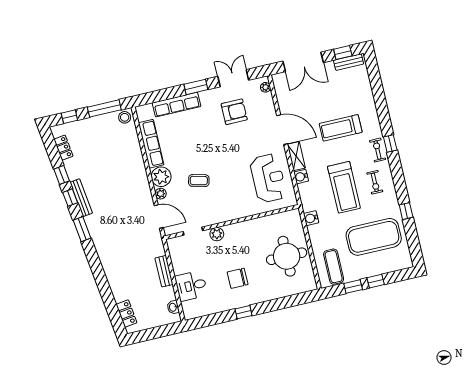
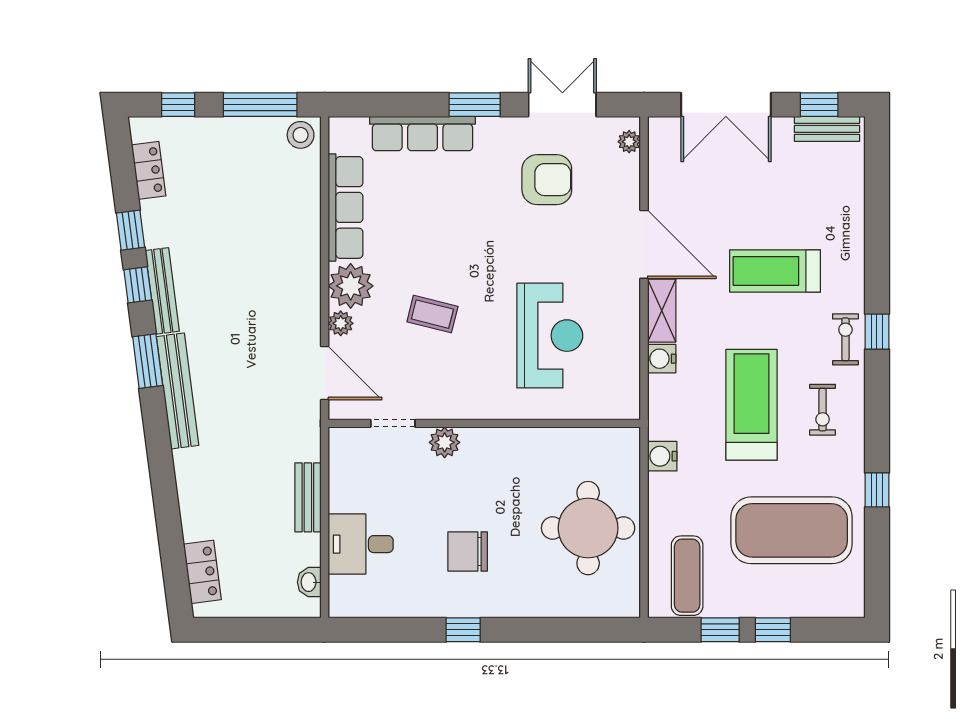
reception desk: (268, 178) -> (550, 336), moved
treadmill: (344, 187) -> (751, 405), turned 180
bench: (98, 239) -> (178, 391), added

